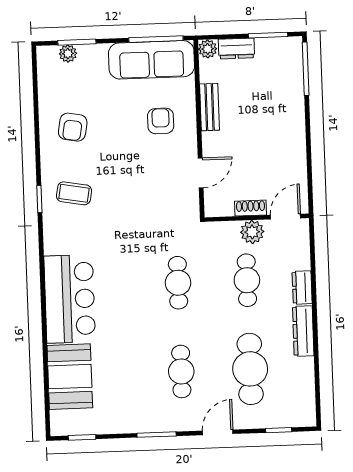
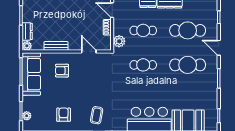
armchair: (73, 127) -> (64, 115), turned -100
plant: (252, 232) -> (119, 41), moved
cafe table: (181, 371) -> (188, 65), width x1.37, depth x1.35

